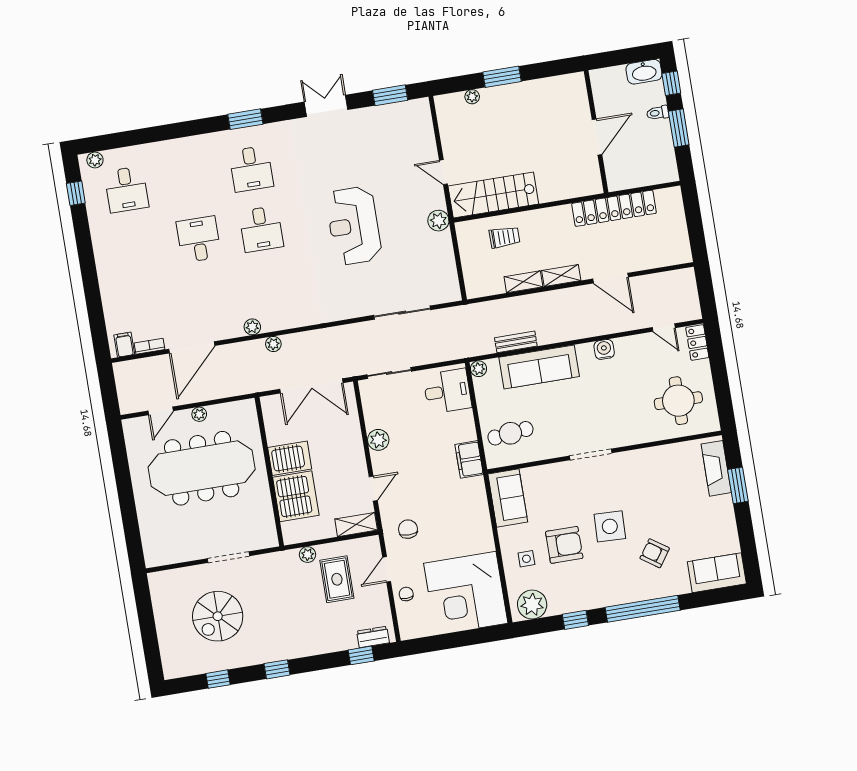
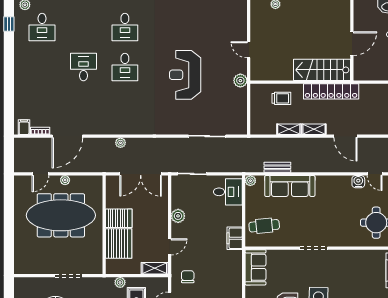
stairs: (493, 195) -> (322, 70), moved
locker: (614, 208) -> (331, 91), moved
plant: (252, 327) -> (109, 129), removed
water cooler: (604, 349) -> (358, 182), moved

